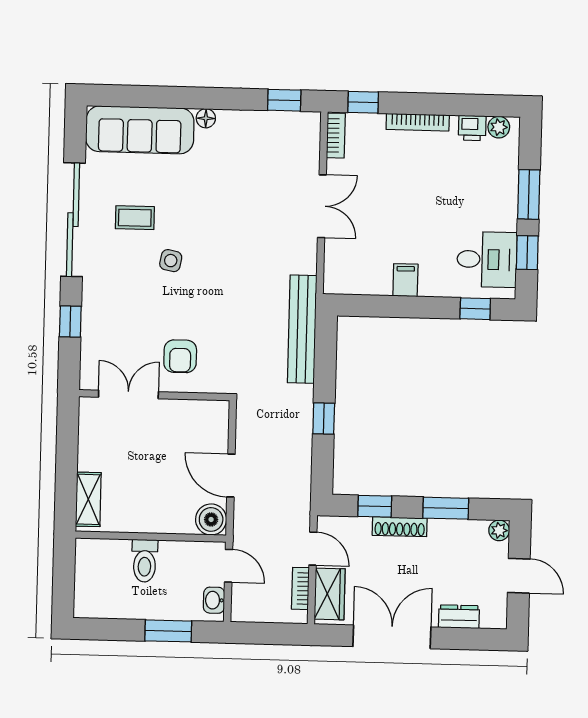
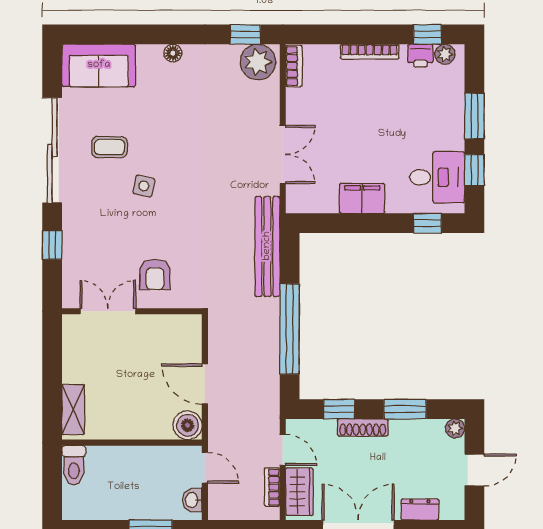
window: (363, 102) -> (427, 34), moved
sofa: (140, 130) -> (99, 65), width x0.73
plant: (297, 130) -> (258, 62), added
double door: (322, 206) -> (283, 154), moved
filing cabinet: (405, 280) -> (362, 198), width x2.00
window: (324, 419) -> (290, 329), width x3.17
toilet: (145, 561) -> (74, 465), moved
door: (519, 576) -> (474, 470), hinge flipped

